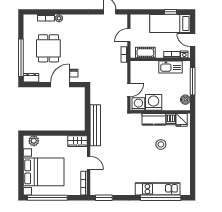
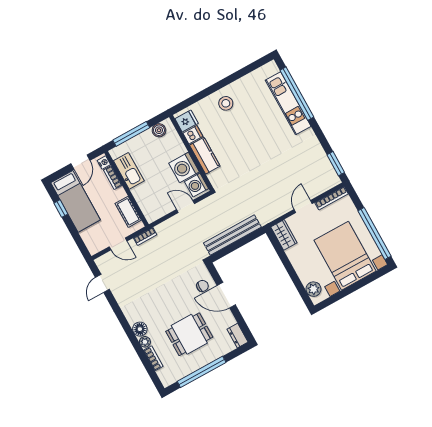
floor lamp: (69, 19) -> (140, 329), added
window: (21, 58) -> (202, 372), moved
bench: (95, 125) -> (232, 235), moved
stool: (161, 144) -> (226, 103), moved

